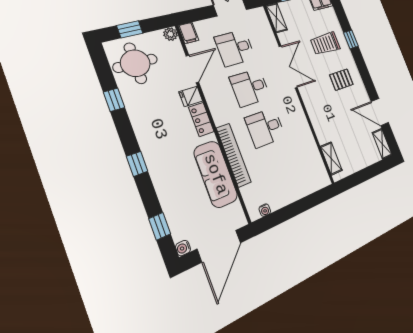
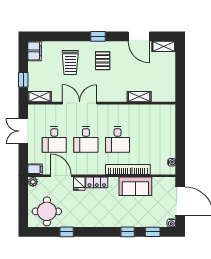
window: (130, 29) -> (23, 207), removed
window: (351, 39) -> (98, 36), moved
door: (380, 112) -> (139, 36), hinge flipped
shelving: (331, 158) -> (139, 97), moved
window: (137, 164) -> (128, 232), moved
sofa: (216, 174) -> (135, 186), width x0.73

